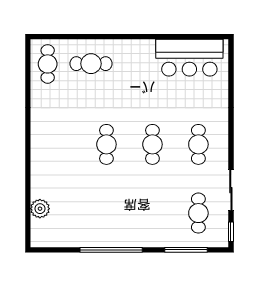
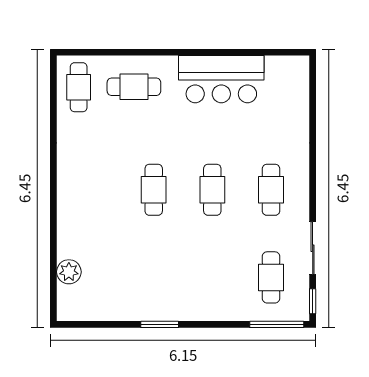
bar counter: (189, 58) -> (221, 79), moved
window: (111, 250) -> (160, 324), width x0.47
window: (186, 250) -> (277, 324), moved

